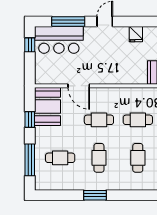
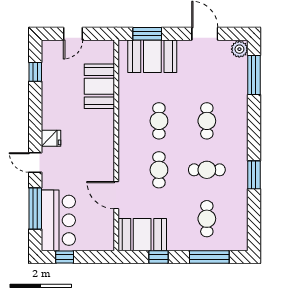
fridge: (136, 34) -> (51, 138), moved
door: (79, 86) -> (116, 195), swing flipped
cafe table: (138, 158) -> (207, 121), turned 90

